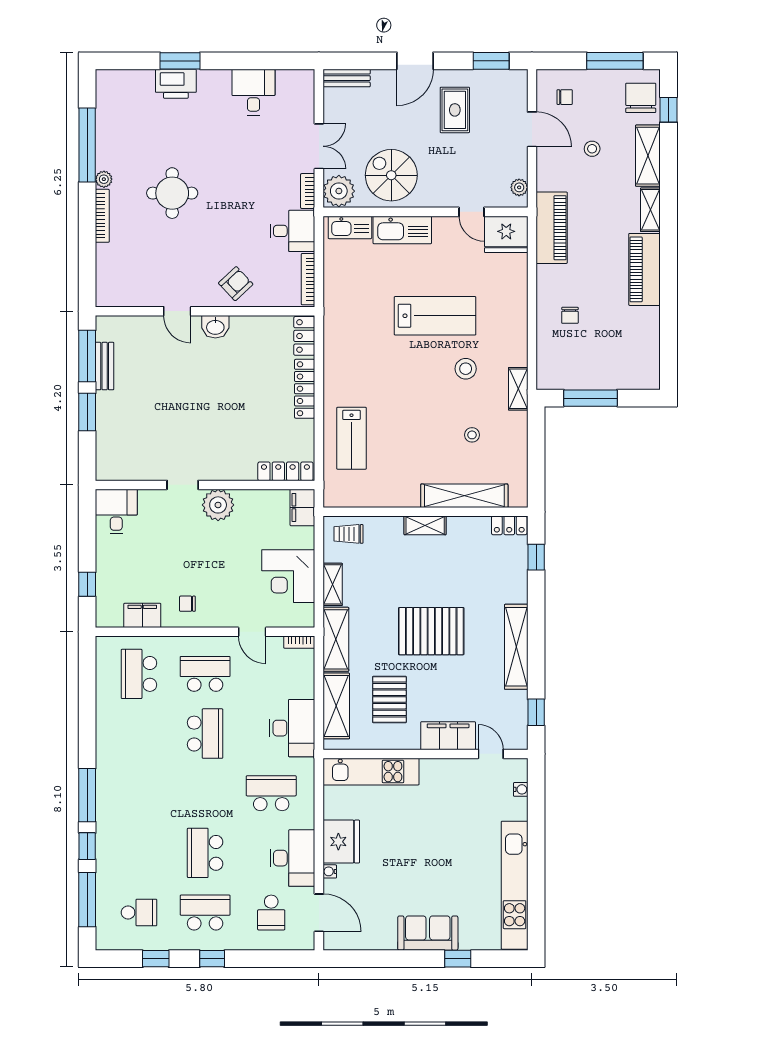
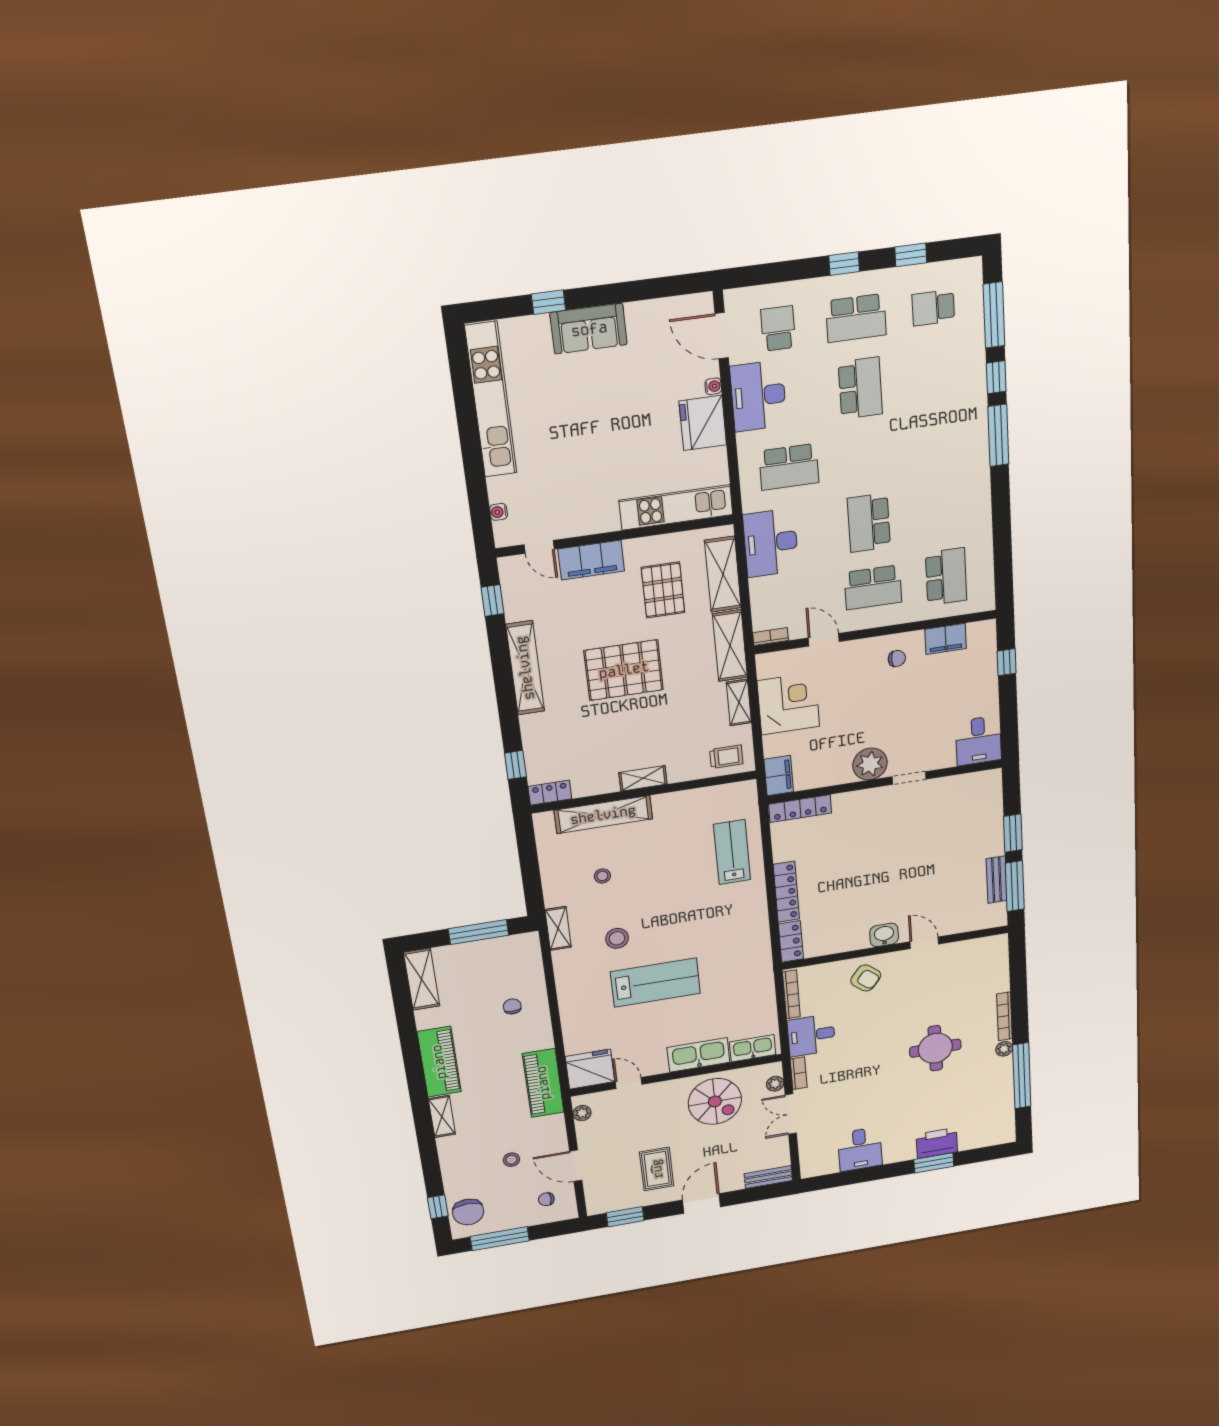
shelving: (648, 156) -> (422, 979), moved
plant: (339, 191) -> (775, 1084), width x0.53, depth x0.53
armchair: (236, 284) -> (866, 978), turned -98
lab bench: (435, 316) -> (655, 983), turned 180

